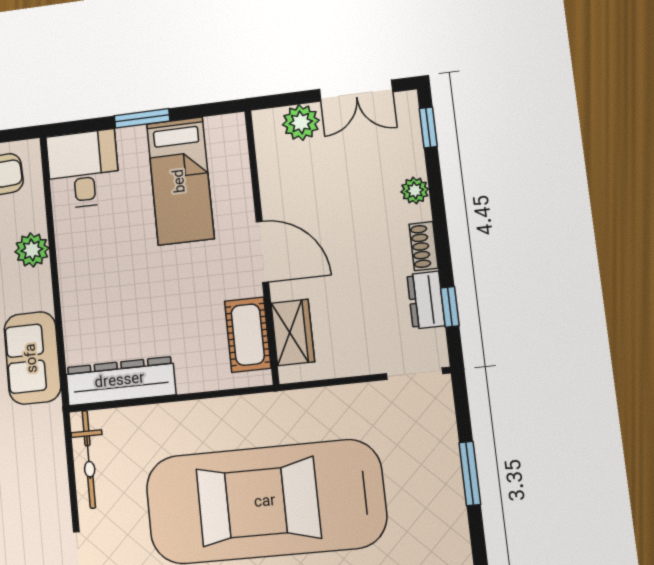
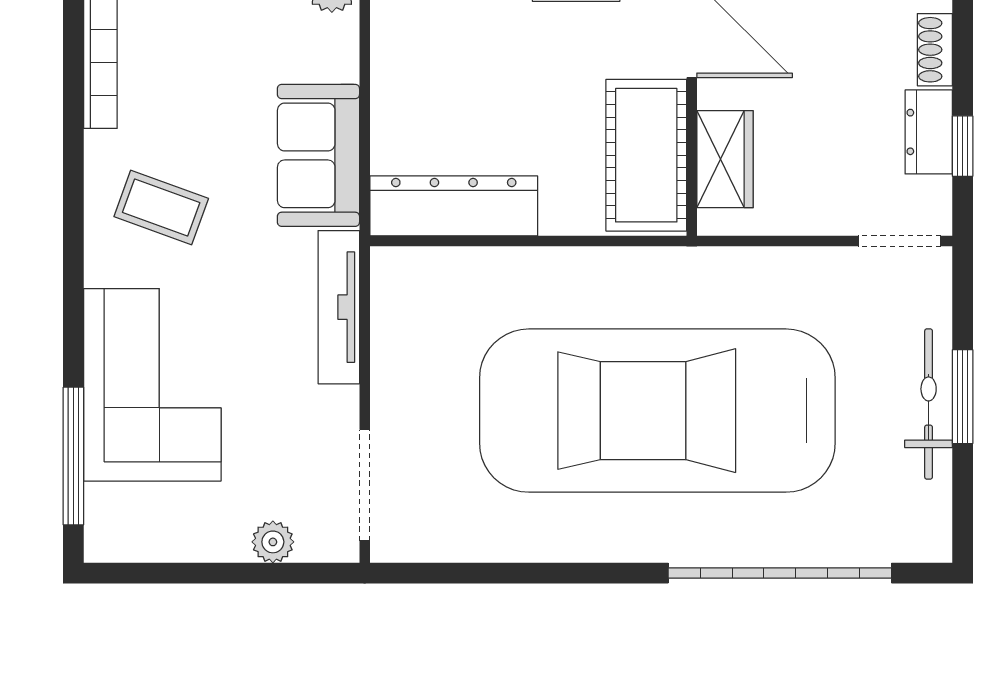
cot: (248, 335) -> (646, 155), width x1.37, depth x1.34
tv unit: (53, 454) -> (339, 307), added
bicycle: (89, 459) -> (929, 404), moved, turned 180

